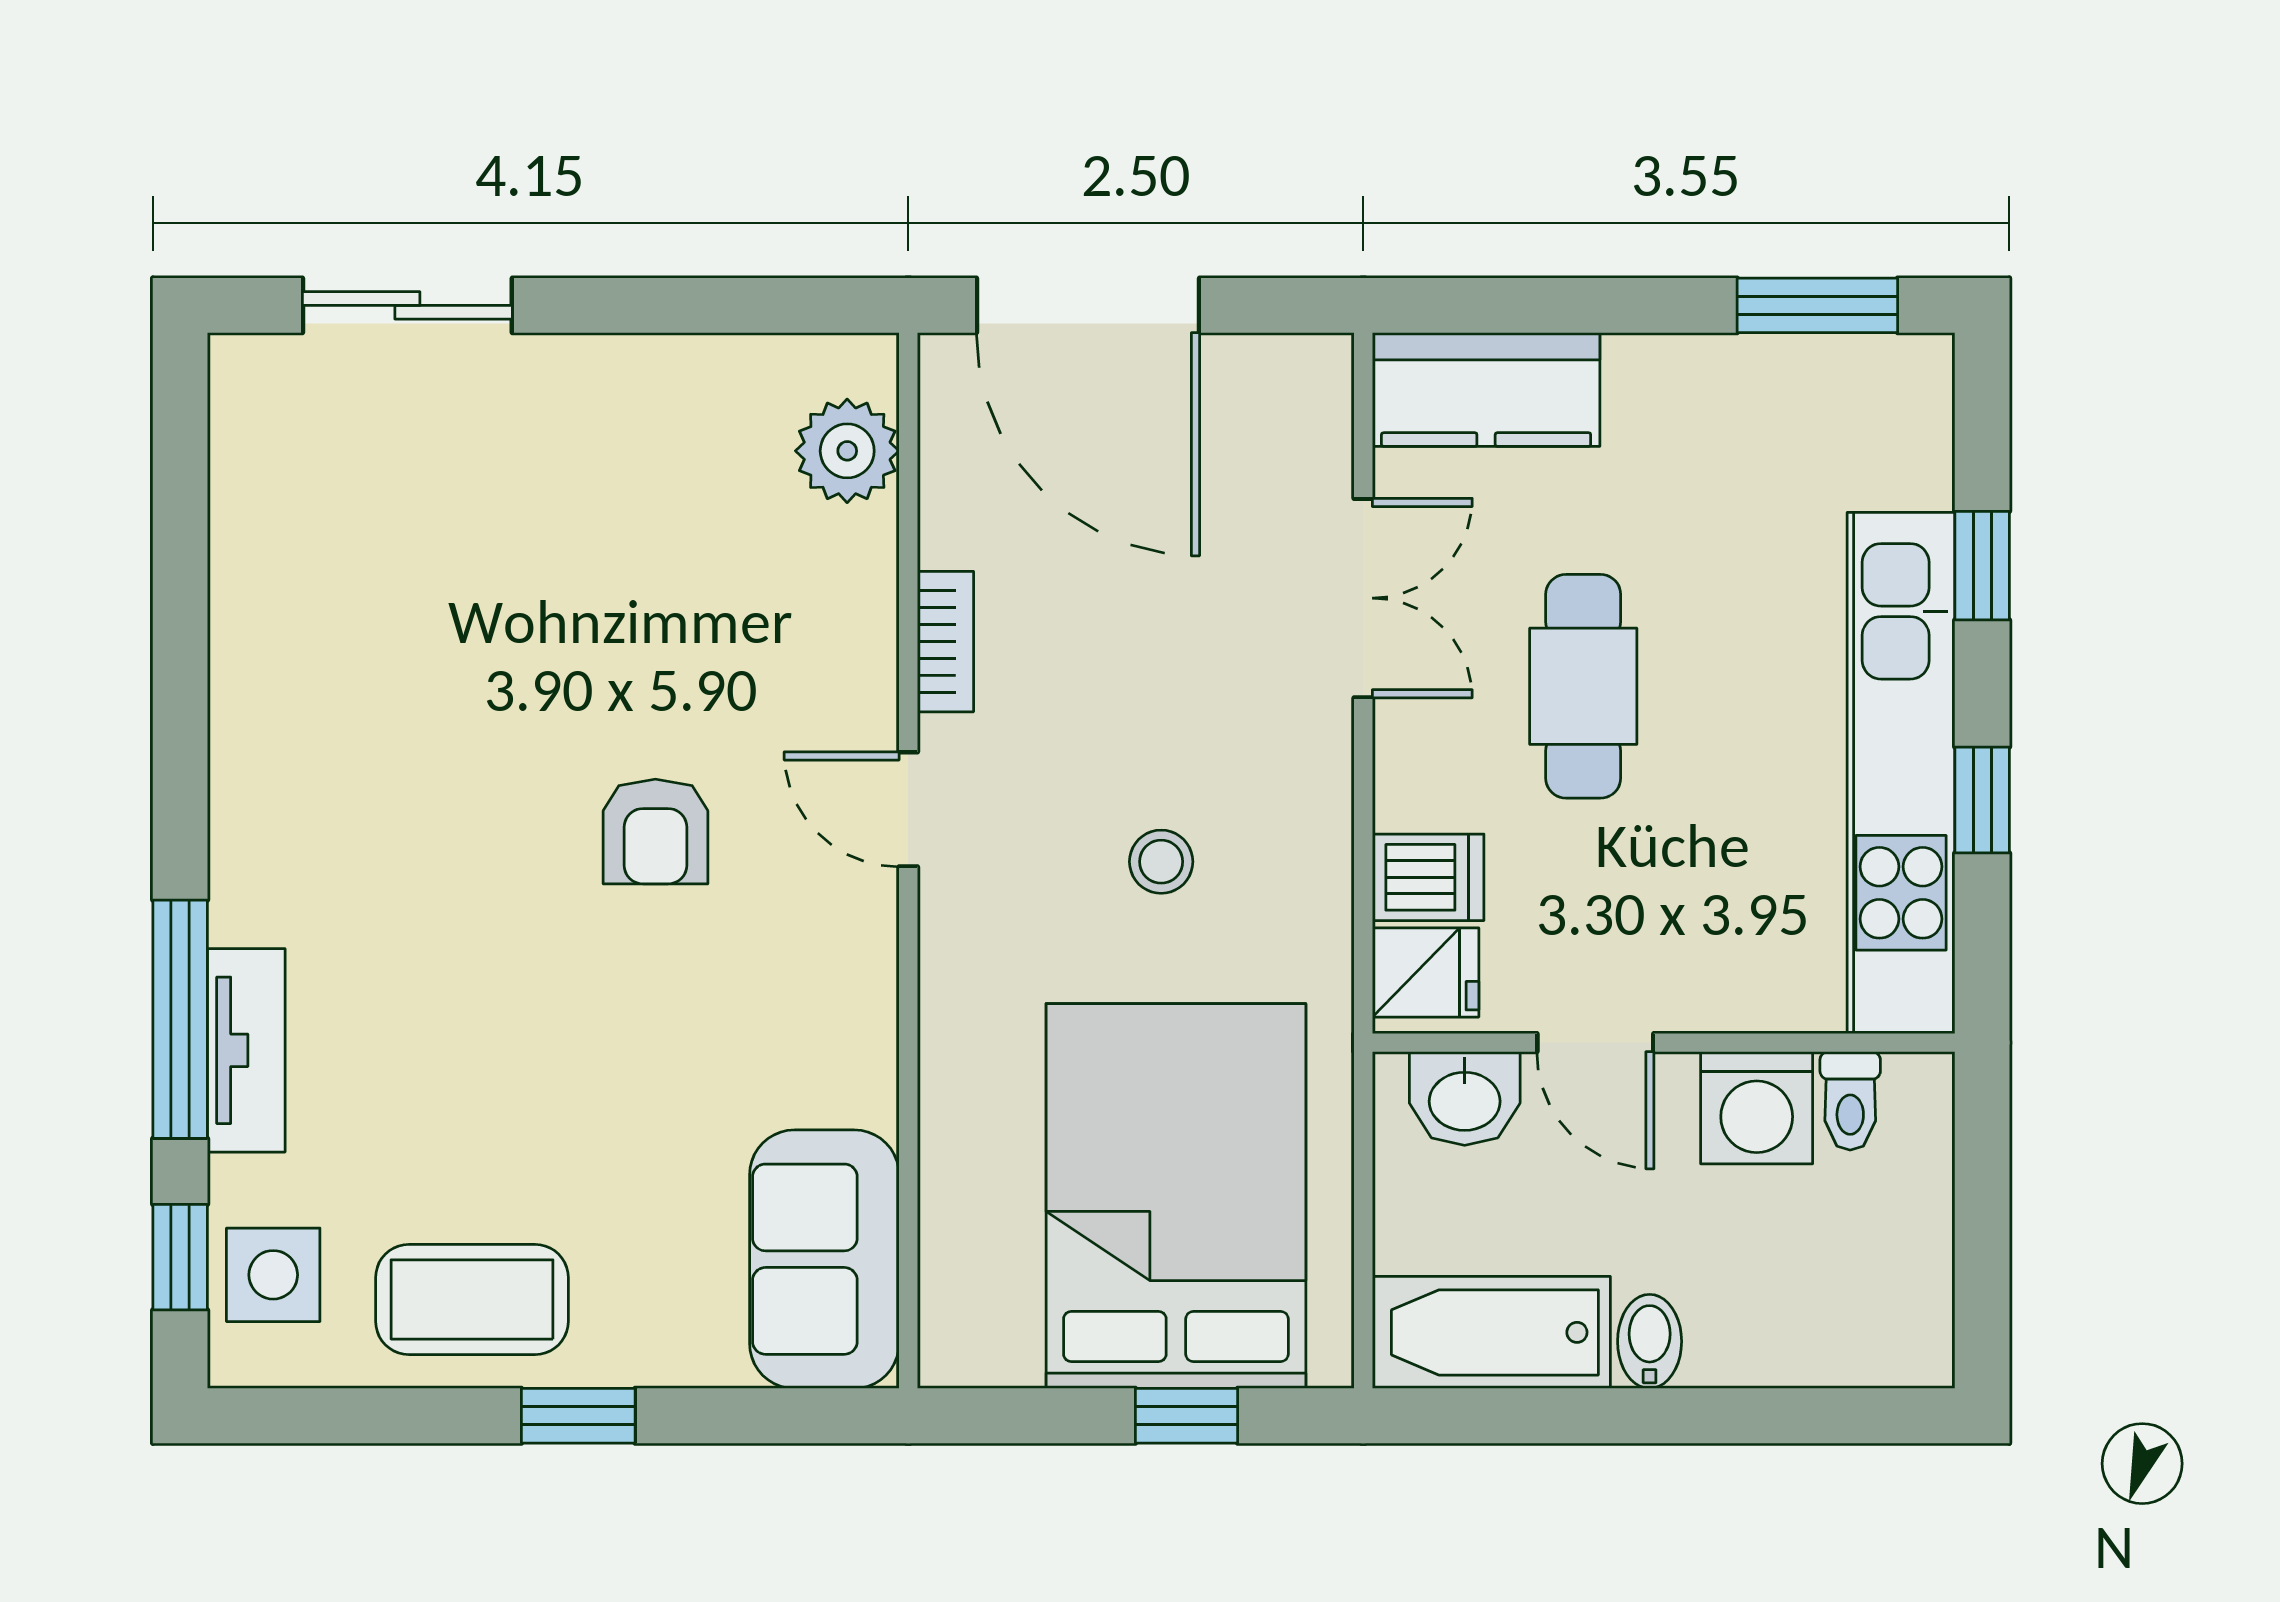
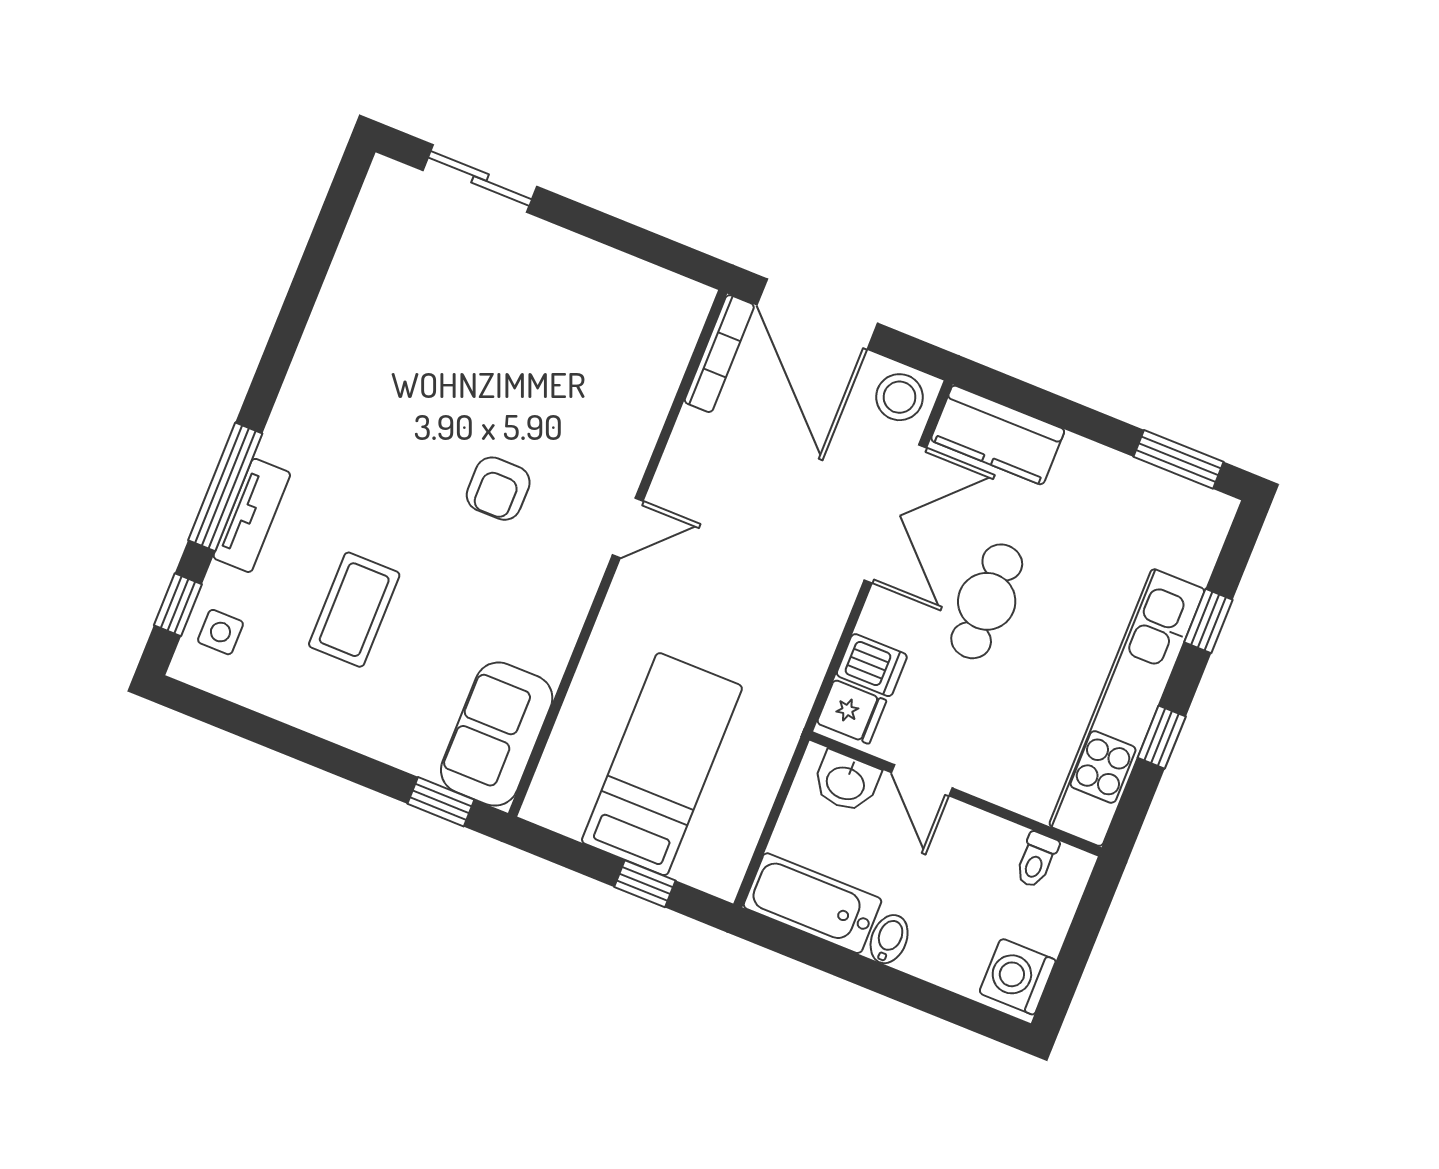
plant: (847, 451) -> (669, 338), removed
double door: (1363, 598) -> (895, 514), width x1.37
bookcase: (945, 642) -> (719, 354), moved, width x1.56
door: (908, 809) -> (628, 528), swing flipped
stool: (1161, 862) -> (900, 397), moved, width x1.37, depth x1.37
washing machine: (1757, 1108) -> (1017, 977), moved, turned 90
bed: (1176, 1196) -> (662, 764), width x0.67
side table: (273, 1275) -> (220, 632), width x0.73, depth x0.73
coffee table: (472, 1299) -> (354, 610), moved, turned 90
window: (578, 1416) -> (441, 802), moved

